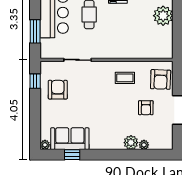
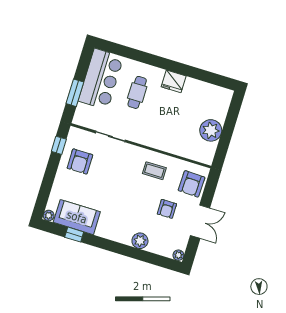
plant: (163, 16) -> (211, 130), moved
armchair: (58, 90) -> (80, 161), turned 180
plant: (144, 145) -> (178, 255), moved

